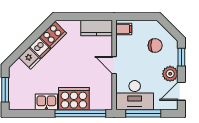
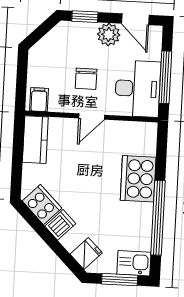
chair: (155, 45) -> (86, 79), moved, turned 180
fridge: (30, 58) -> (86, 253), moved
kitchen sink: (46, 102) -> (134, 263), moved, turned 90
window: (80, 113) -> (158, 218), moved

